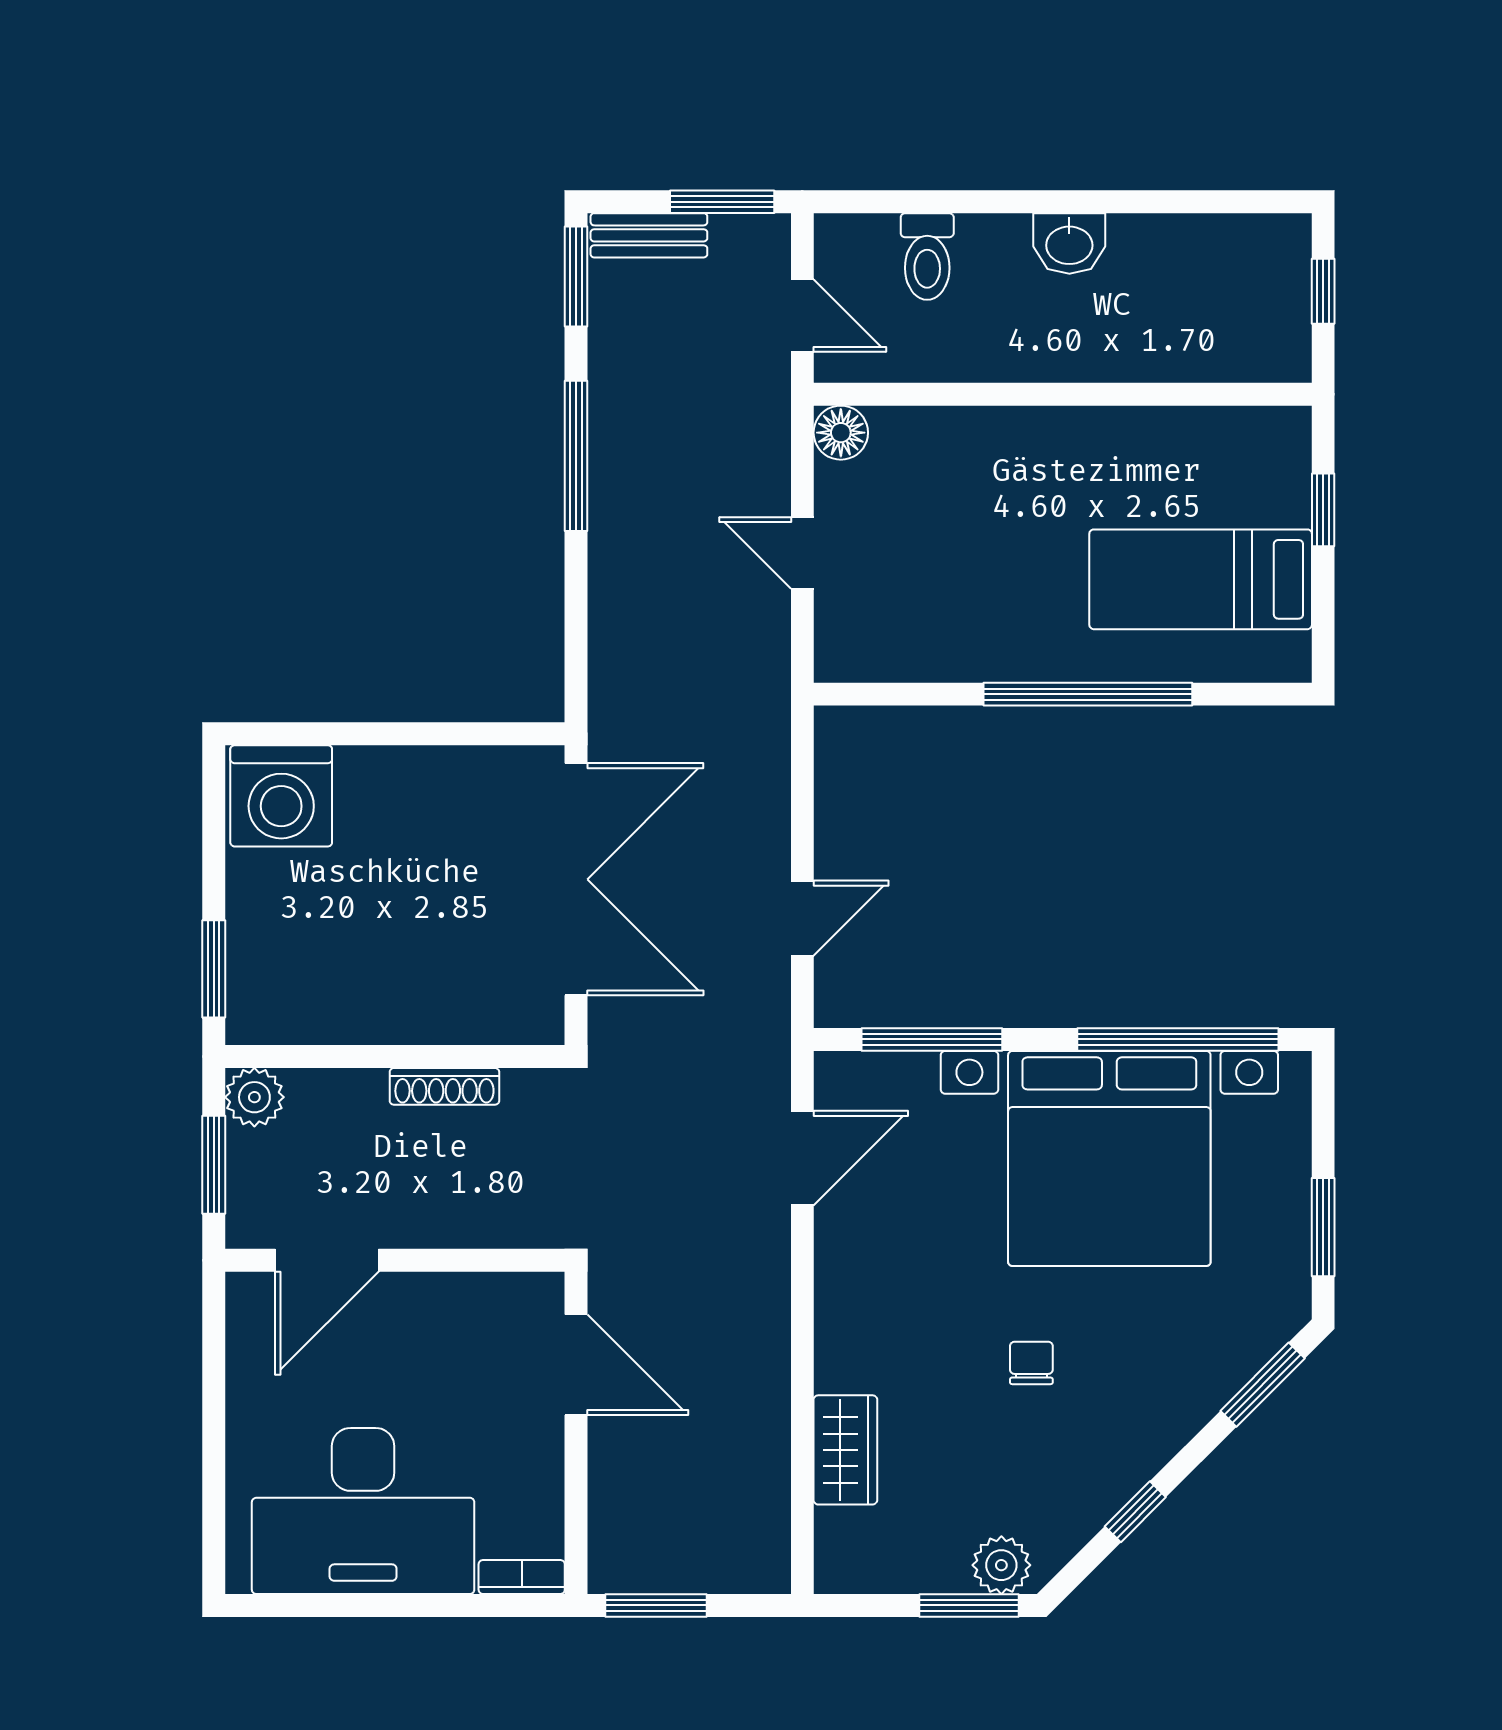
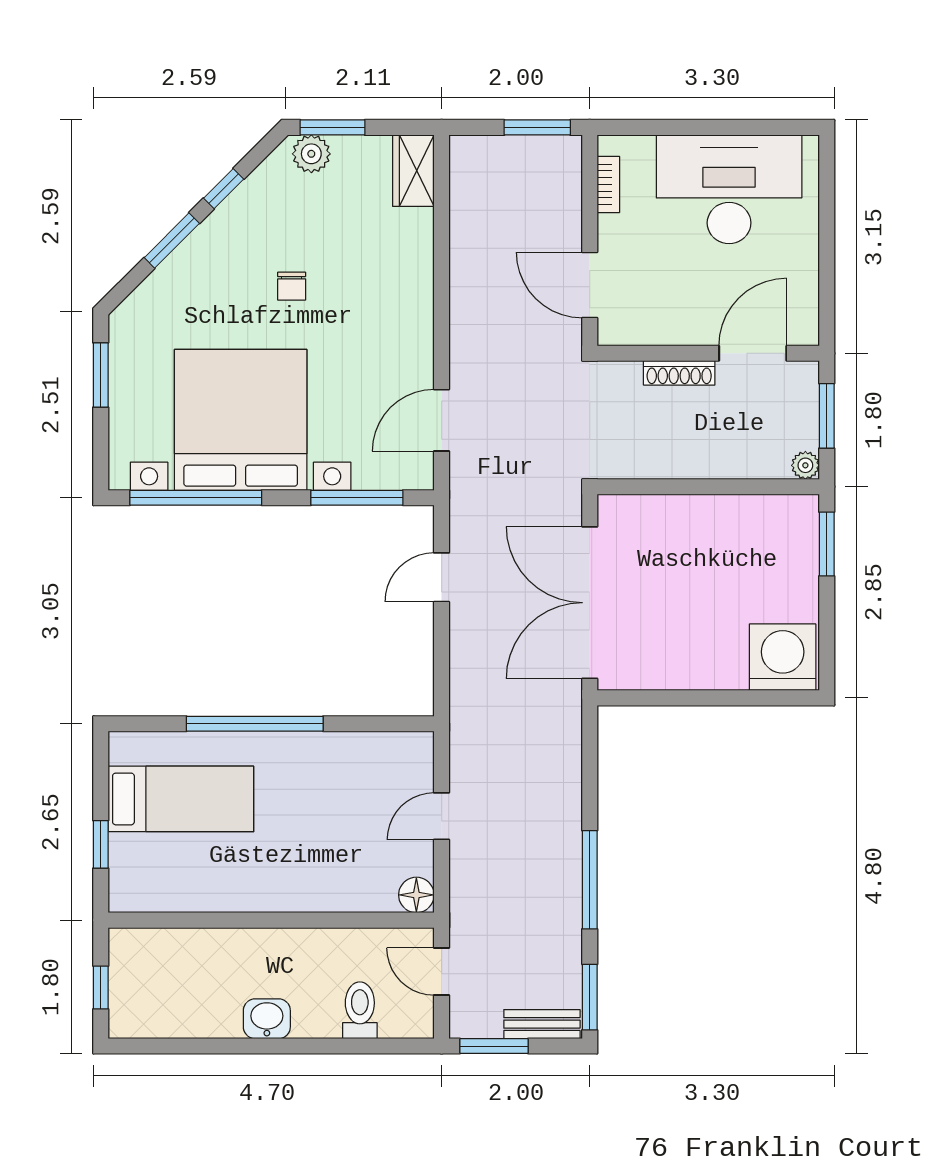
door: (802, 553) -> (442, 816), swing flipped
shoe rack: (444, 1086) -> (679, 373), moved, turned 180
plant: (254, 1097) -> (805, 465), width x0.73, depth x0.73
window: (1263, 1385) -> (172, 240), moved
wardrobe: (845, 1450) -> (413, 171), moved
bookcase: (522, 1577) -> (608, 184), moved, turned -90

